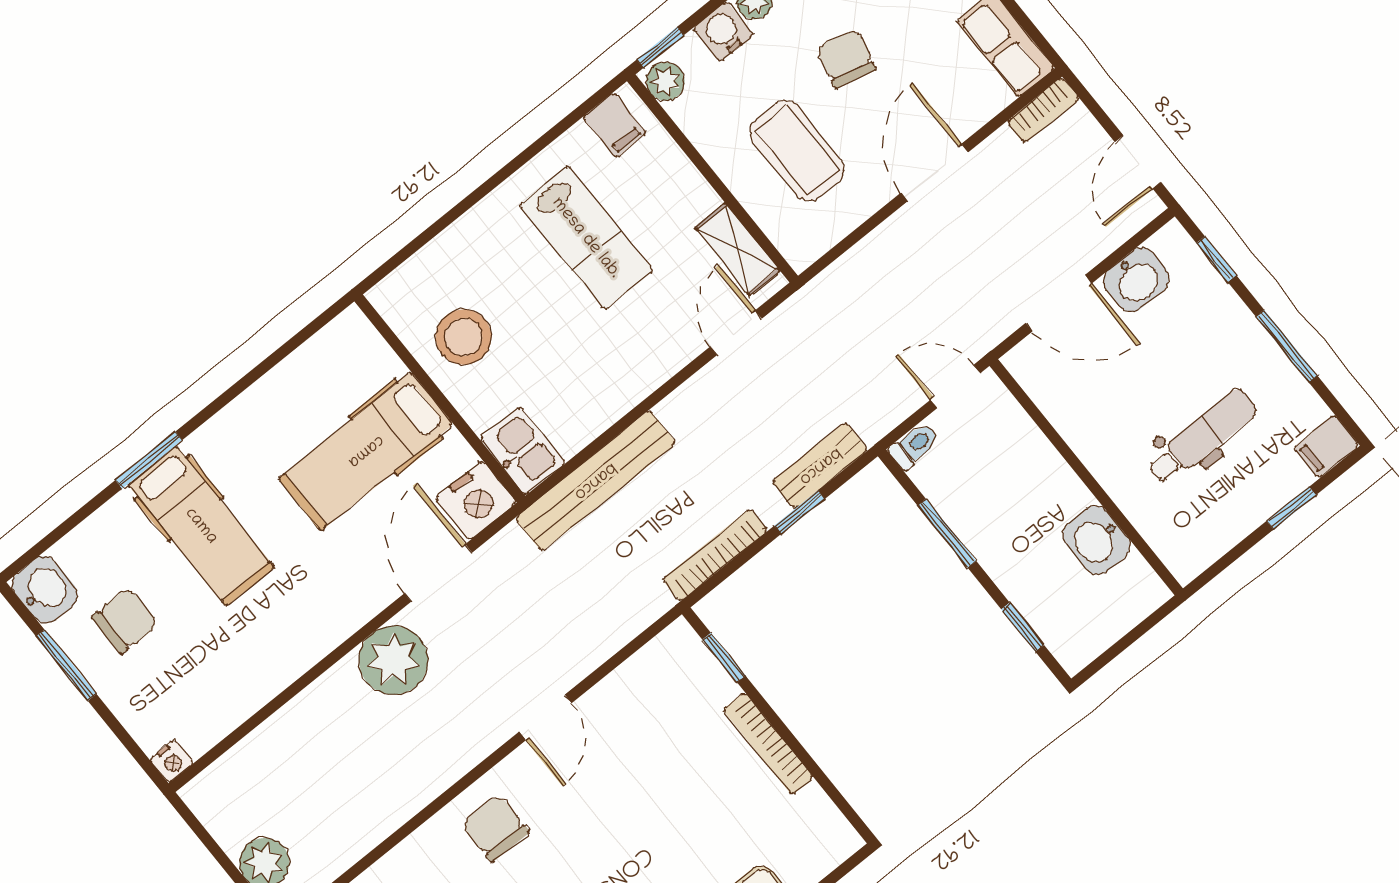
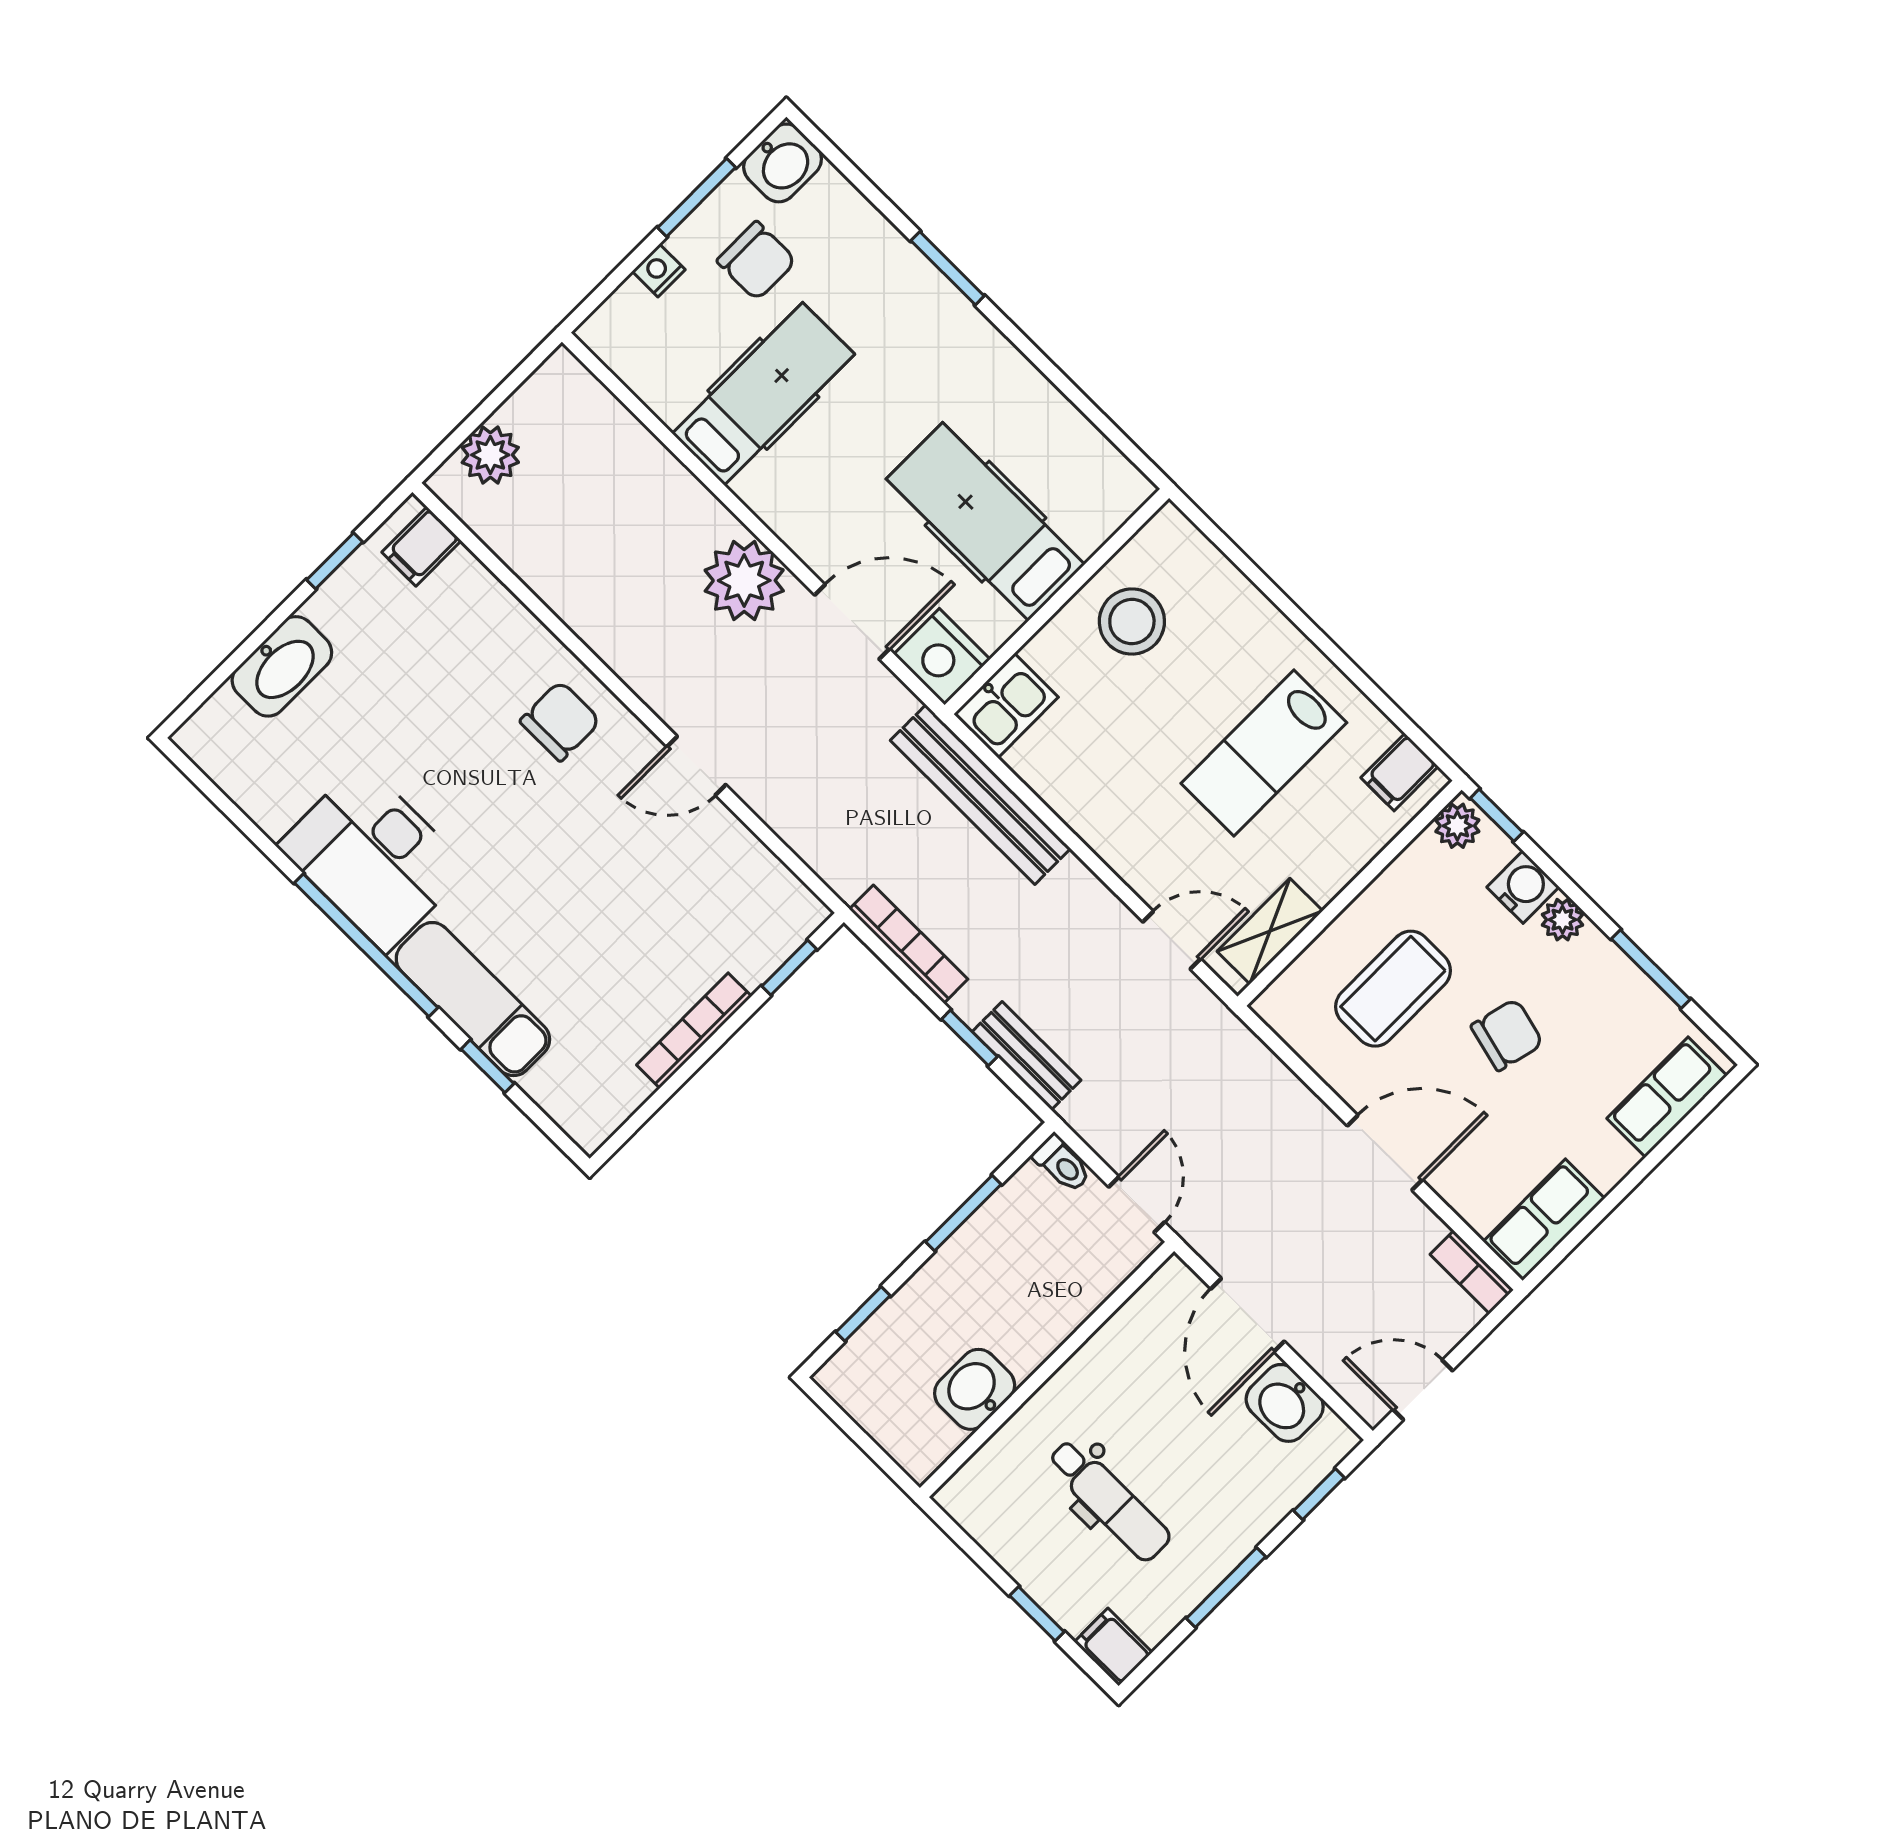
hospital bed: (201, 526) -> (763, 394), moved, turned 180
nightstand: (172, 761) -> (659, 270), moved, turned 90

